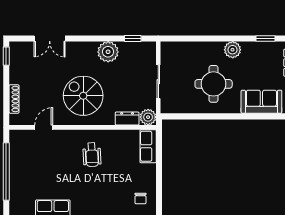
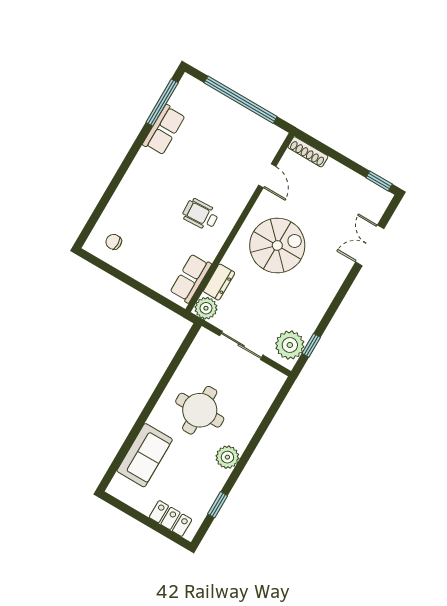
plant: (108, 52) -> (290, 345), moved
shoe rack: (14, 99) -> (308, 152), moved
row of seats: (148, 146) -> (191, 278), moved, turned -90

